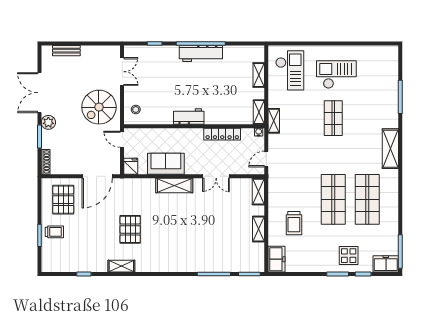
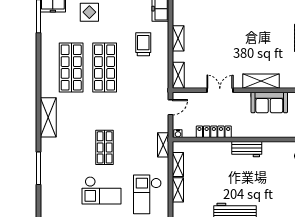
shelving: (259, 112) -> (178, 165), moved

